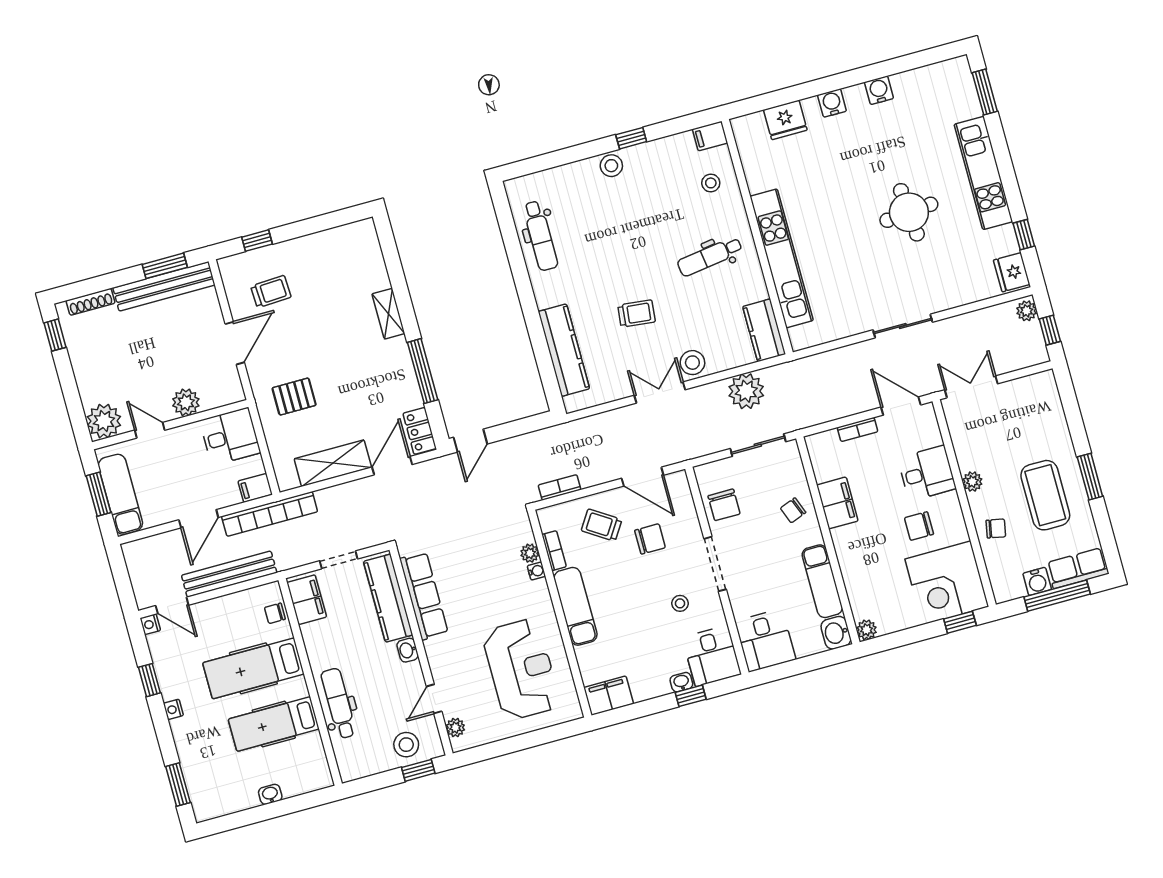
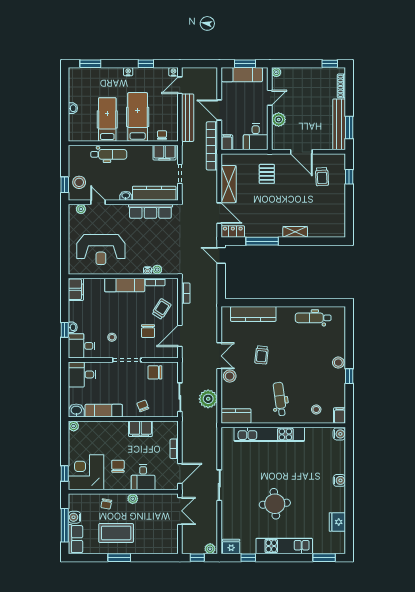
water cooler: (879, 90) -> (339, 434), moved
fridge: (785, 120) -> (337, 522), moved
plant: (104, 421) -> (276, 72), width x0.53, depth x0.53

